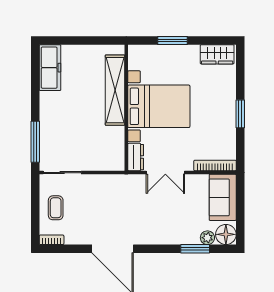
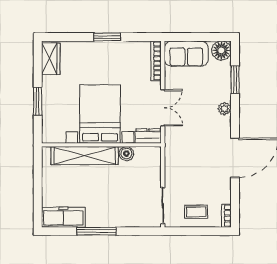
boiler: (117, 134) -> (126, 154), added
window: (35, 142) -> (96, 231), moved
plant: (207, 238) -> (224, 109), moved

